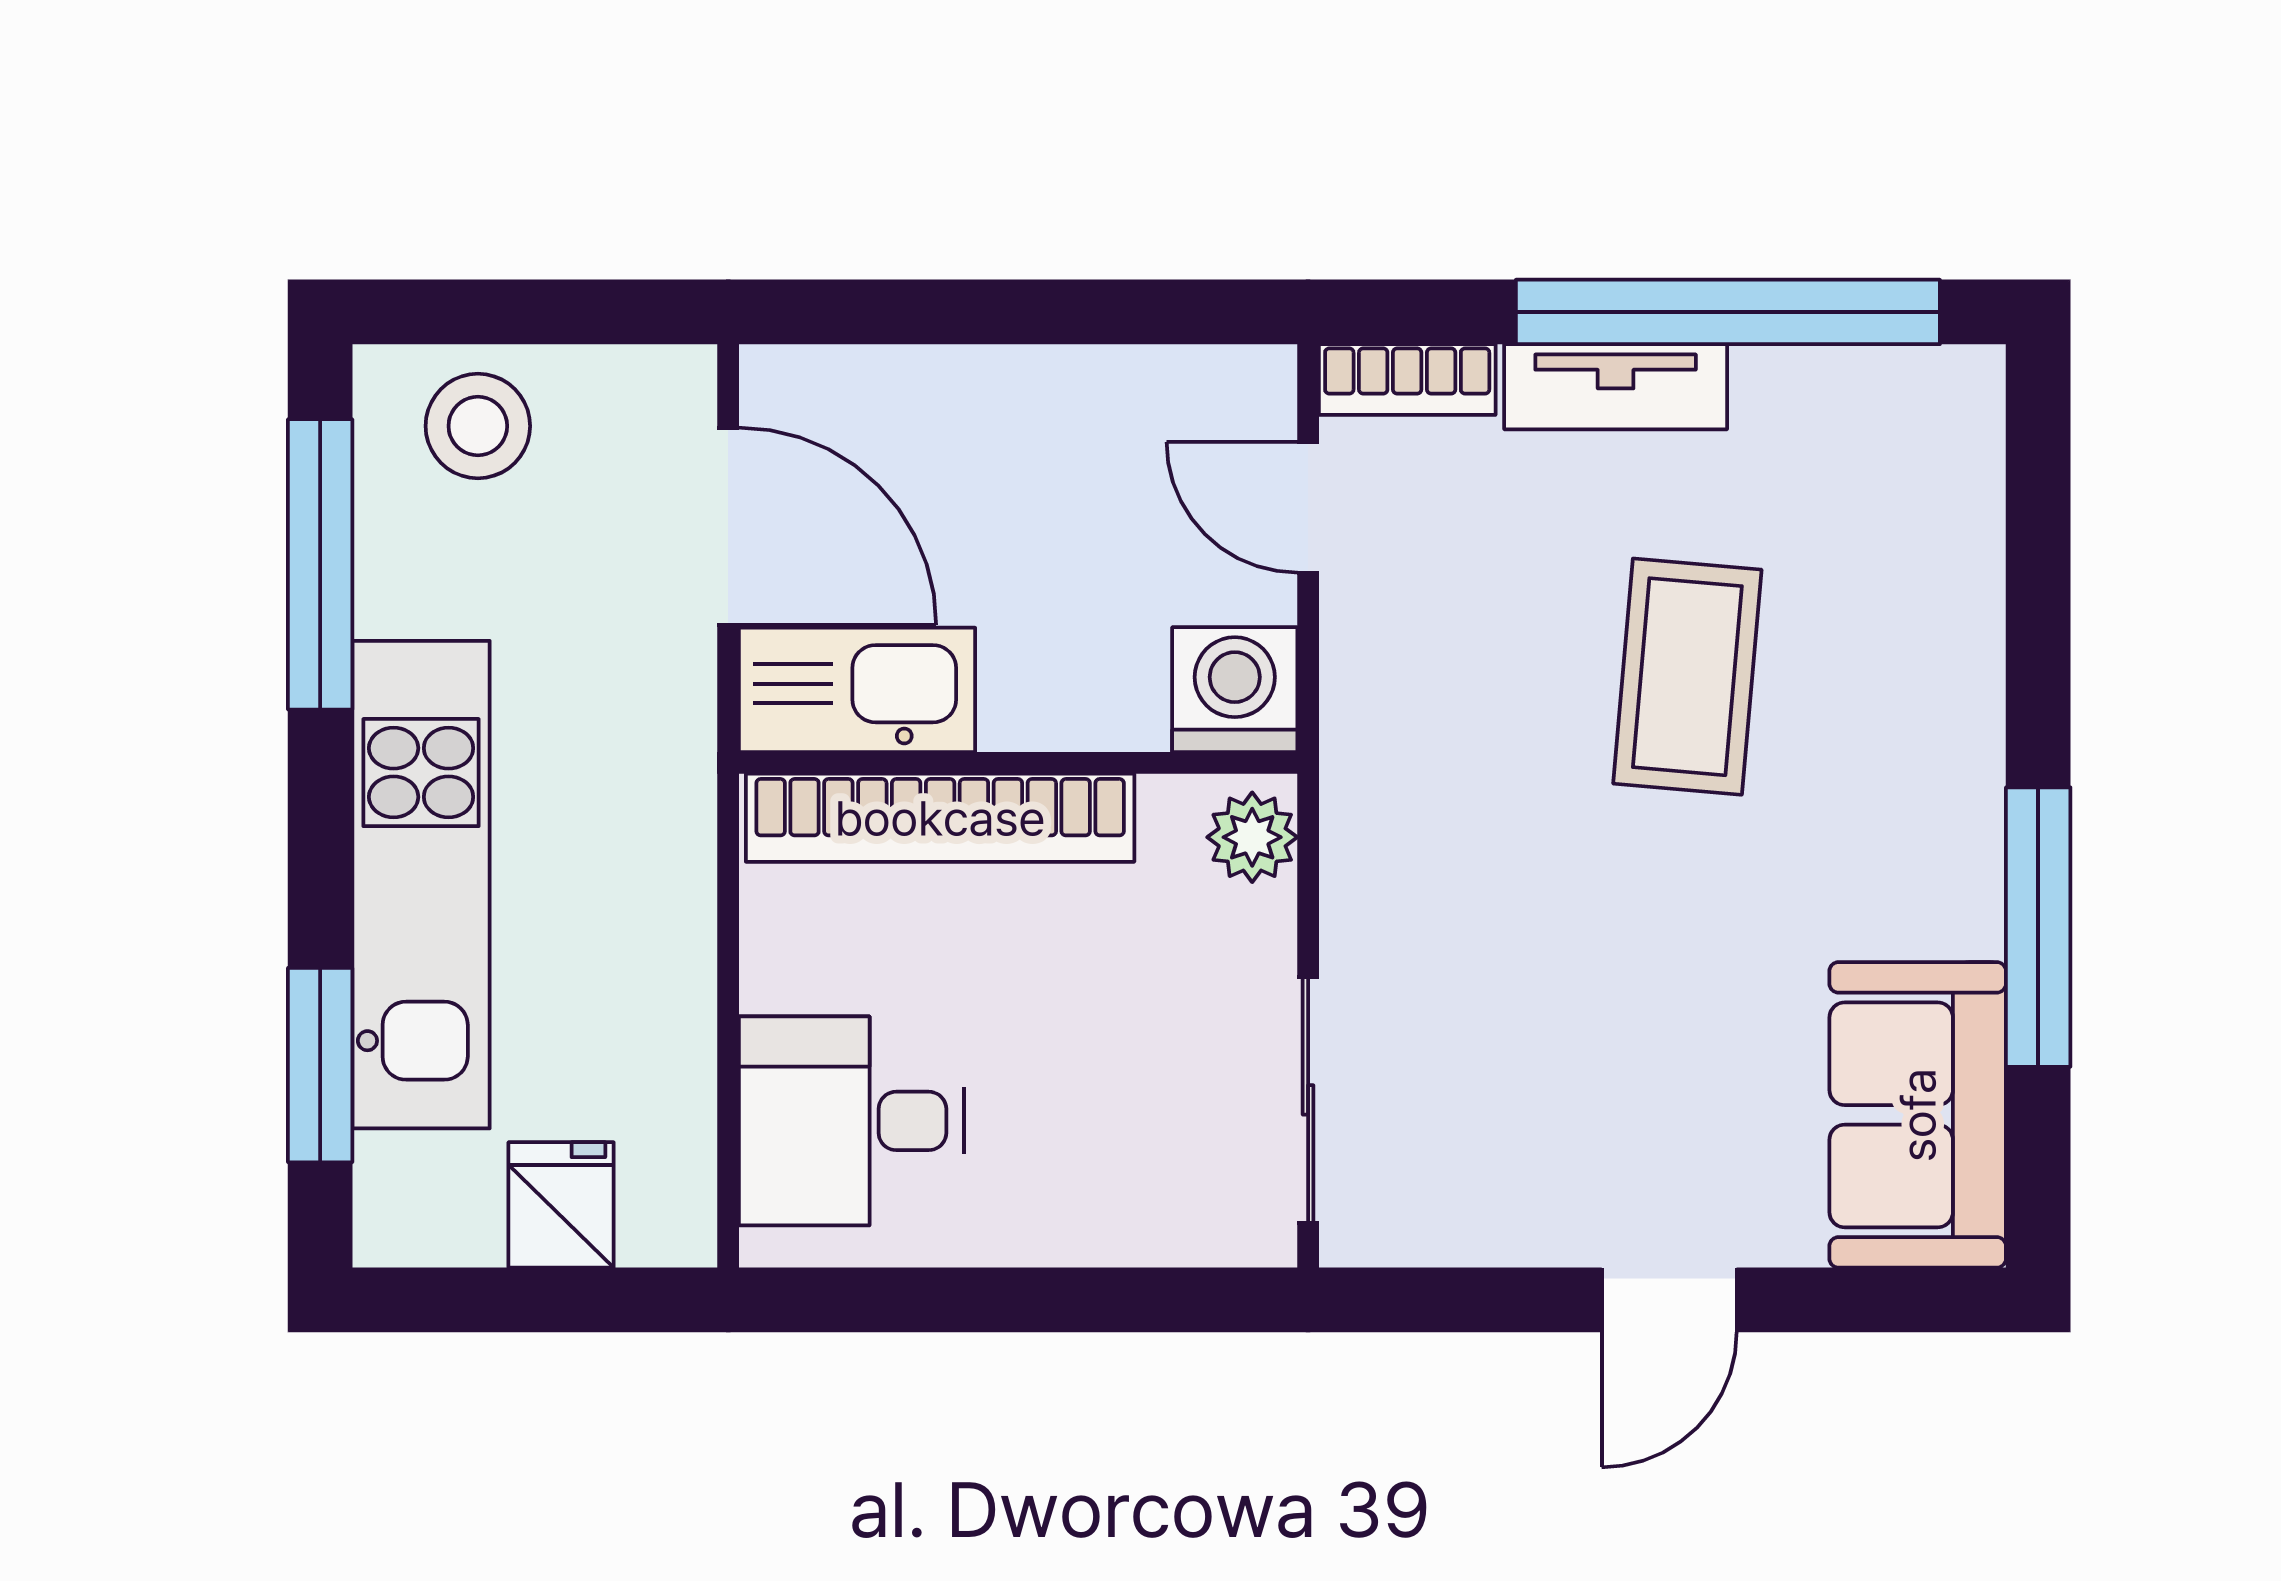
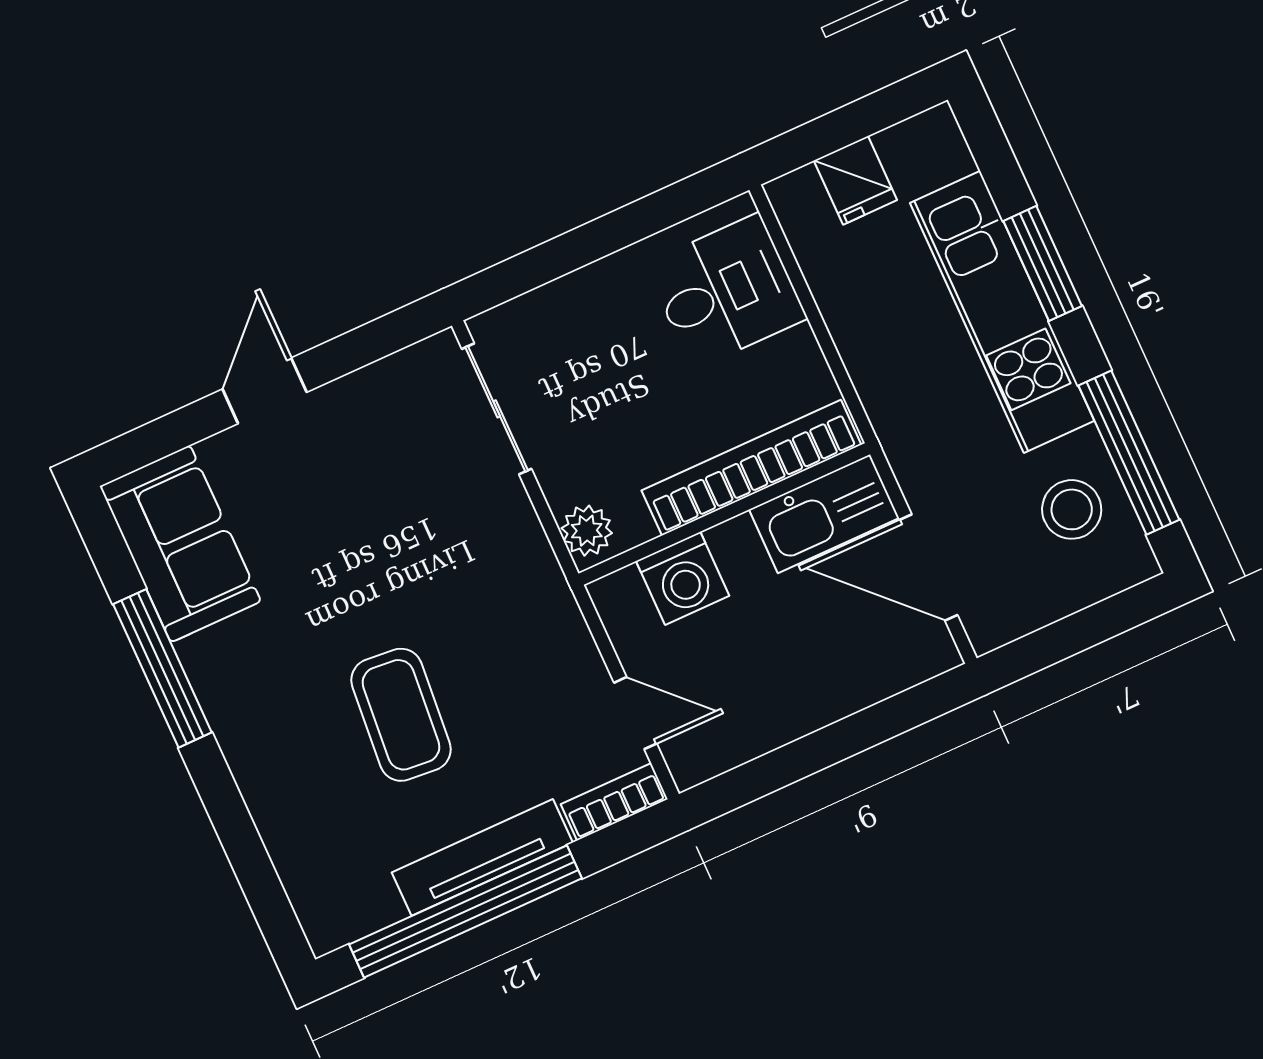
tv unit: (1616, 387) -> (482, 857), width x1.41
stool: (478, 426) -> (1072, 509), moved
washing machine: (1235, 690) -> (683, 578), moved
window: (320, 1065) -> (1043, 263), moved

